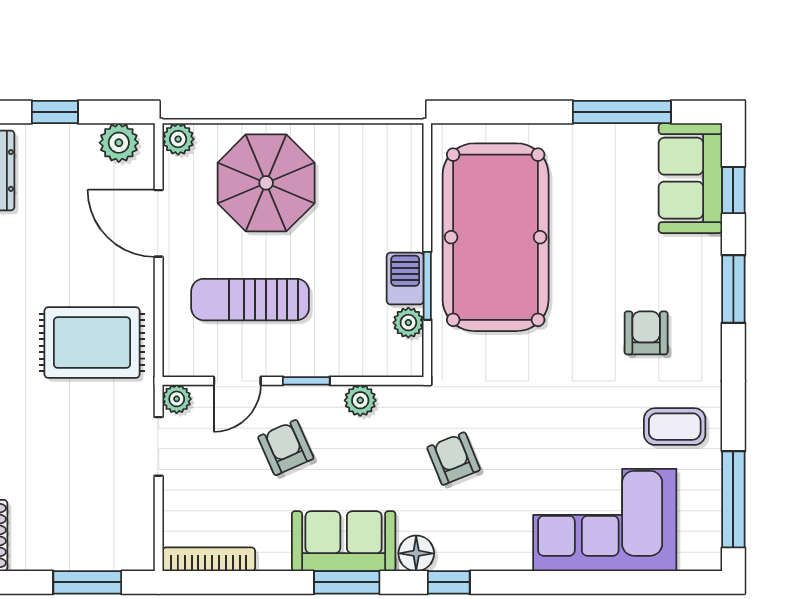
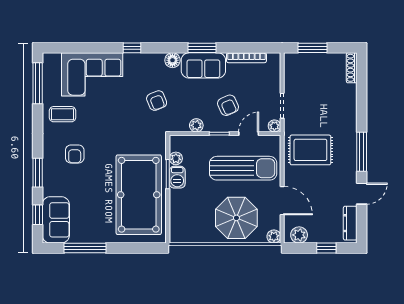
sun lounger: (250, 300) -> (243, 168), width x1.36, depth x1.34
bookcase: (209, 559) -> (246, 58), moved
window: (449, 582) -> (132, 48), moved

